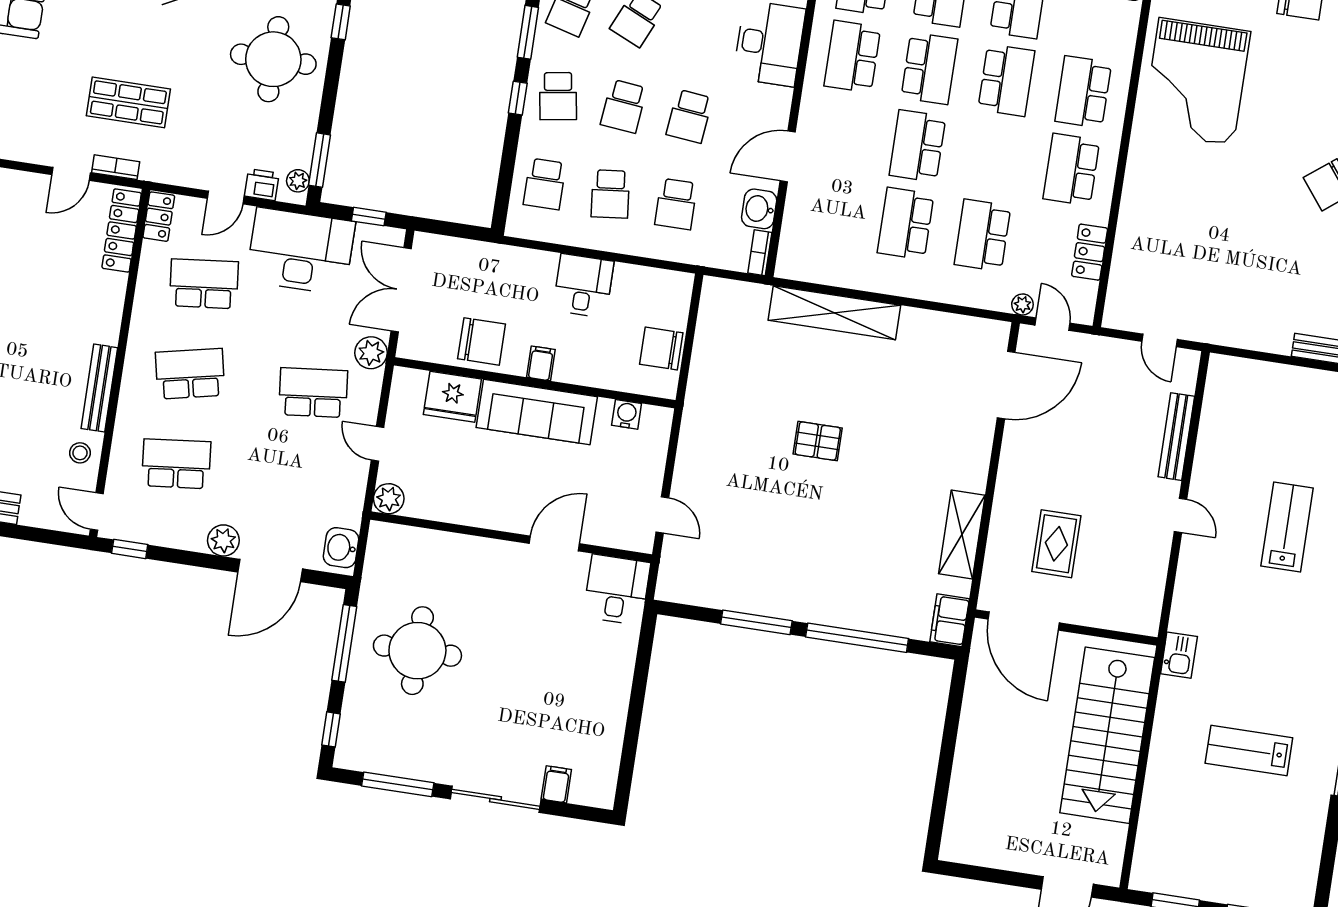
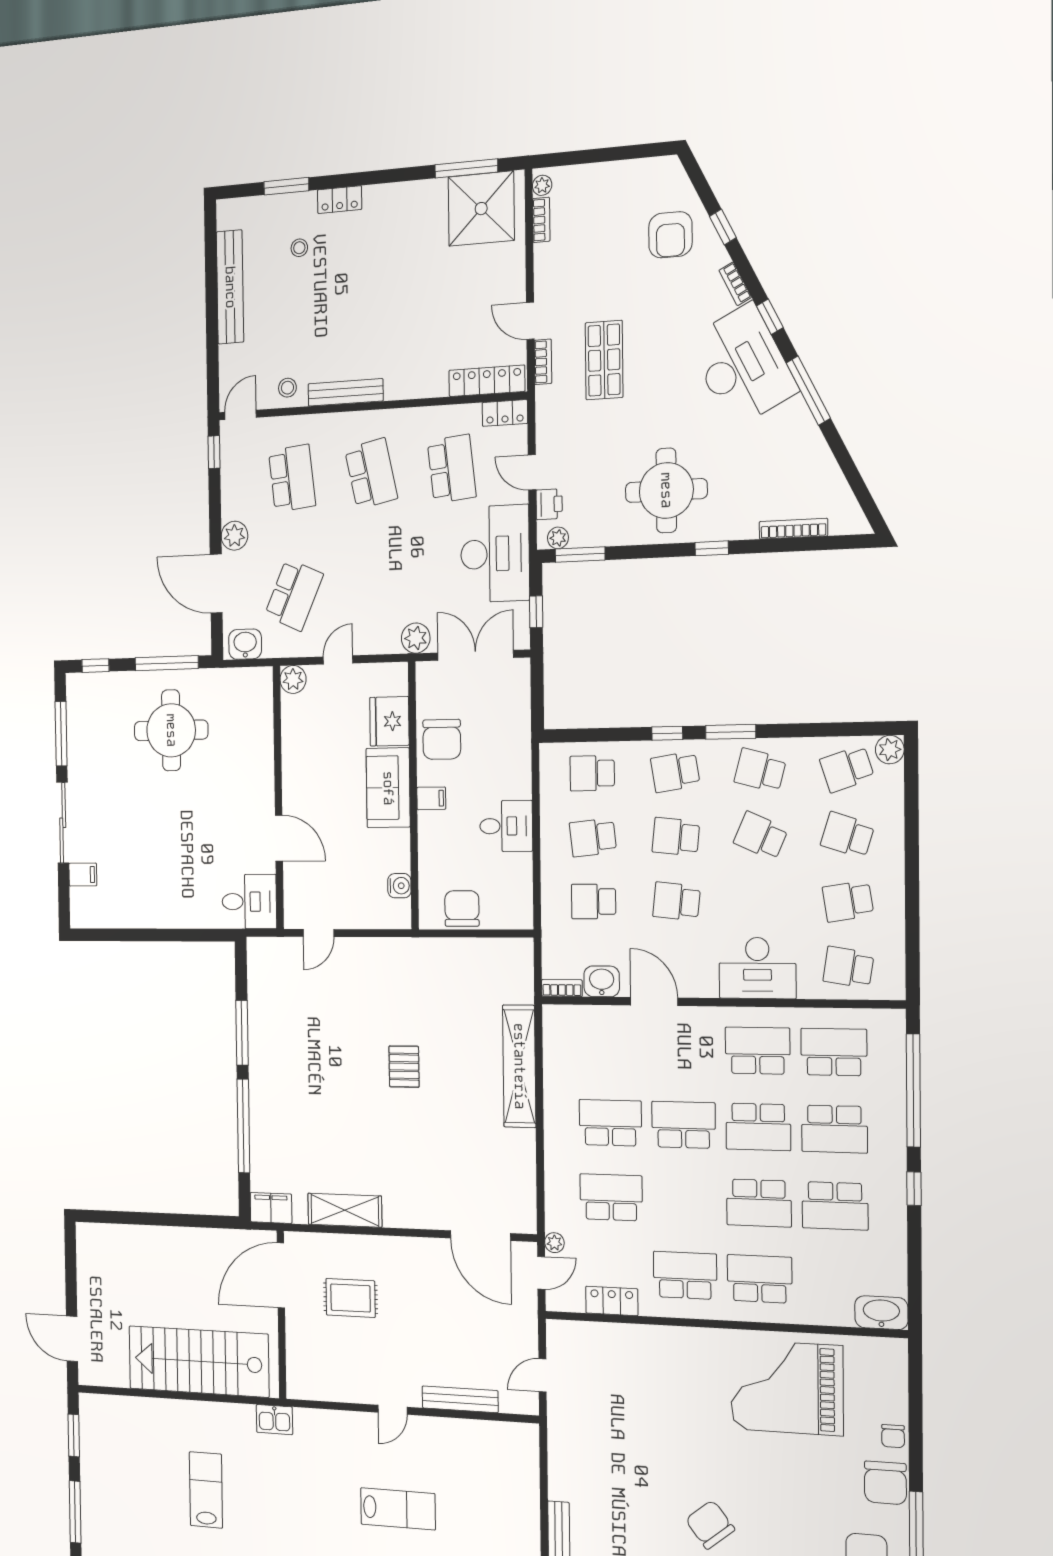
school desk: (313, 393) -> (294, 595), moved, turned 30
sofa: (537, 412) -> (388, 788), width x0.73

